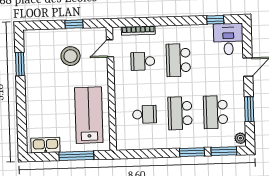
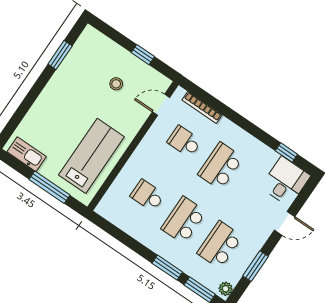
stool: (71, 56) -> (116, 84), width x0.53, depth x0.53
school desk: (144, 114) -> (147, 195), turned 180

